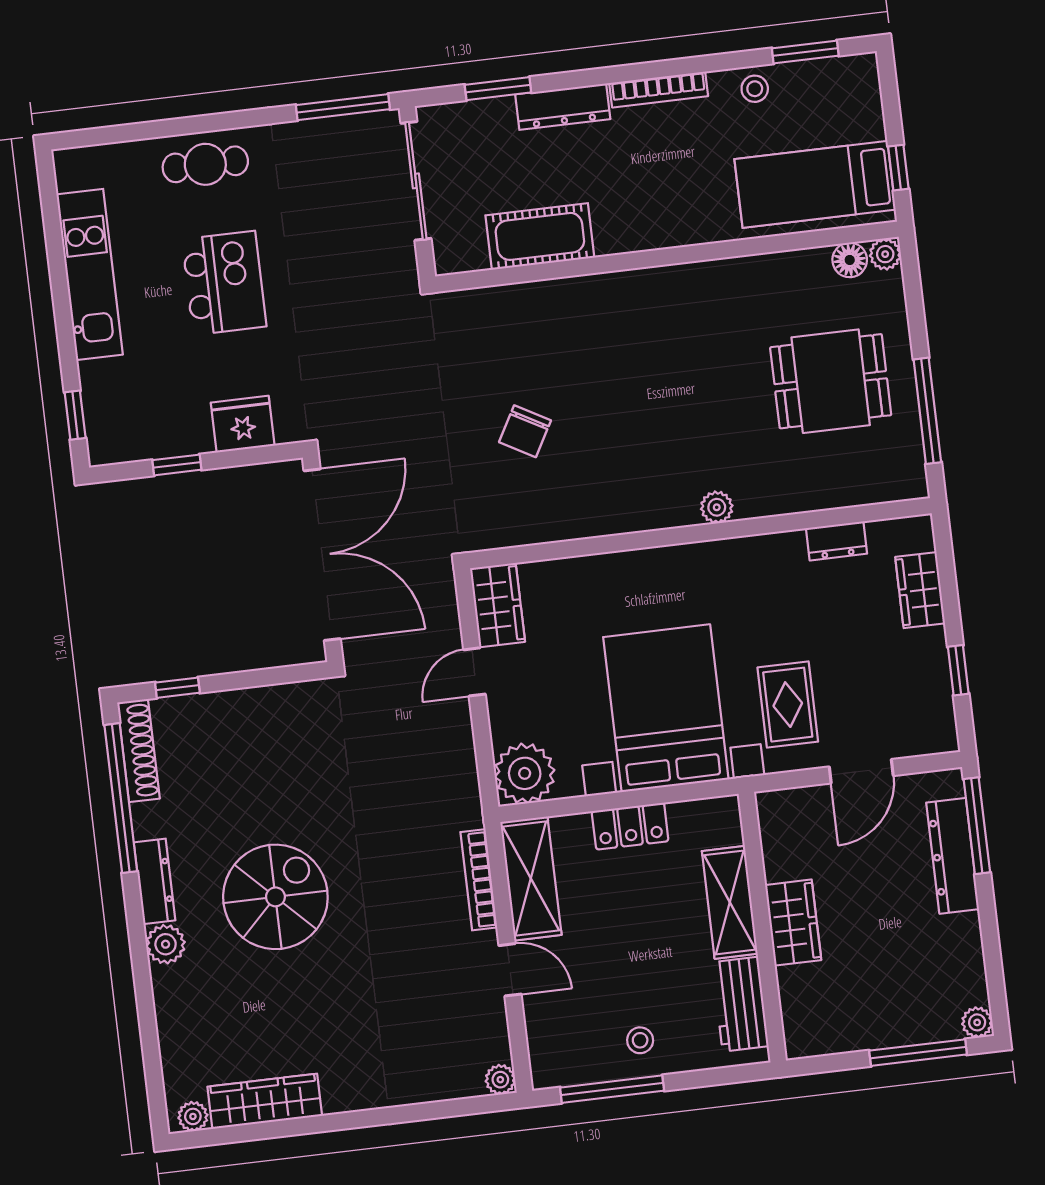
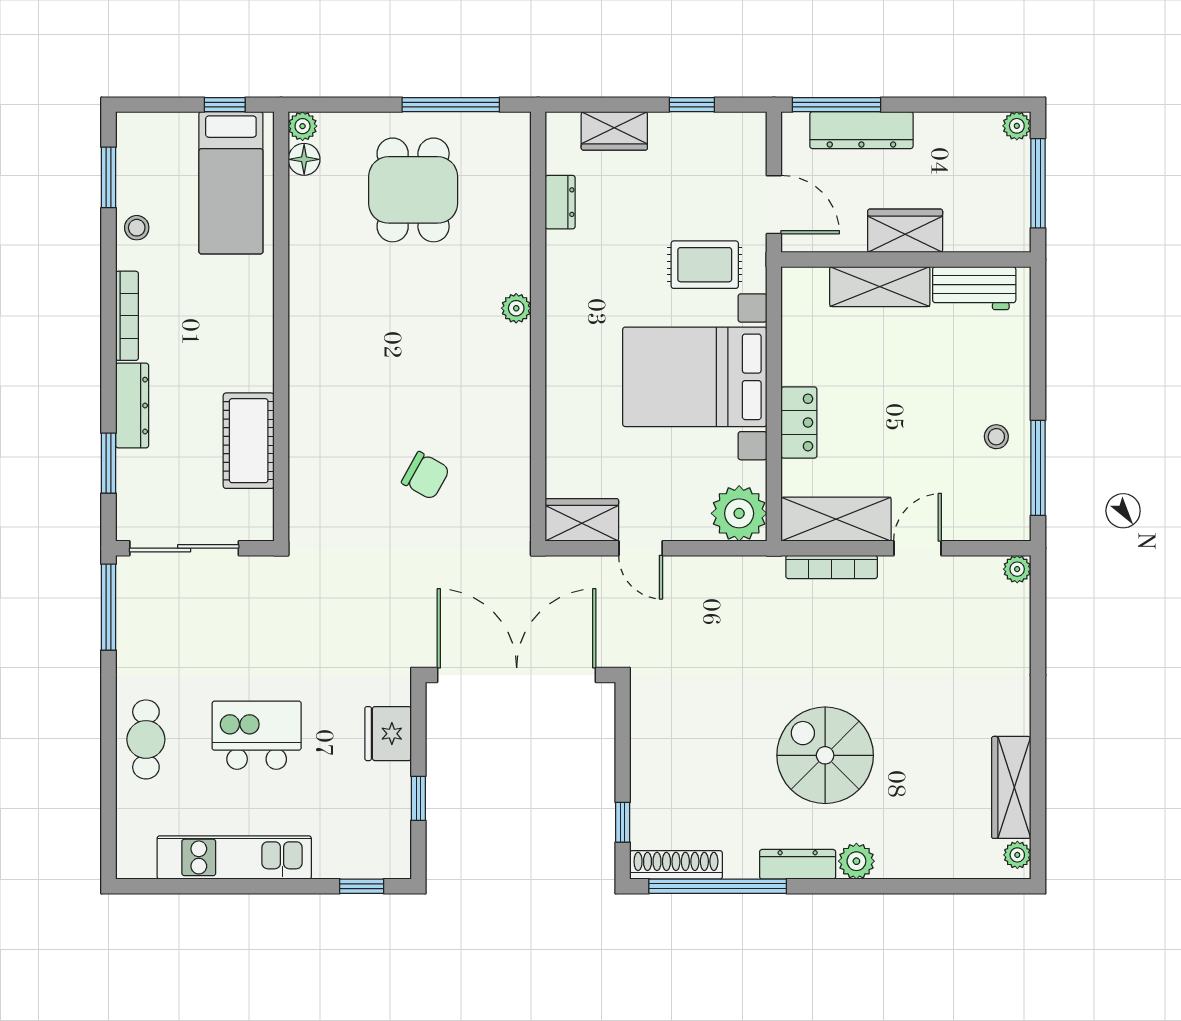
shelving: (730, 902) -> (880, 287), moved
wardrobe: (793, 923) -> (905, 231), moved
wall: (762, 927) -> (906, 260), moved
workbench: (740, 1004) -> (974, 288), moved

